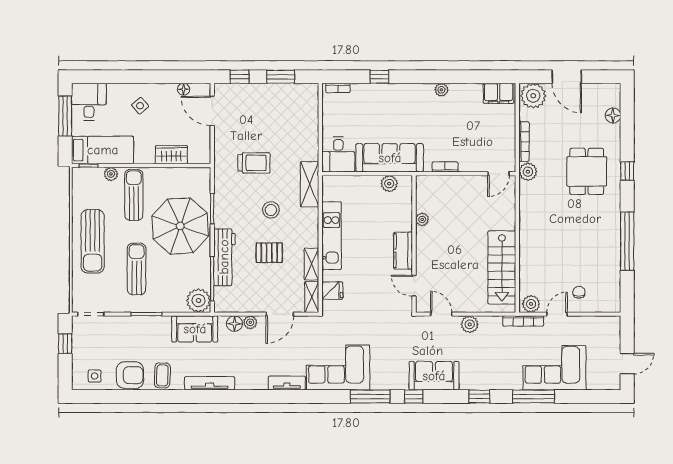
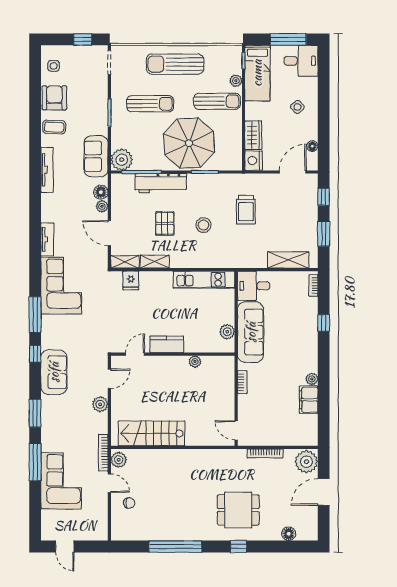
filing cabinet: (499, 93) -> (309, 400), moved
nightstand: (199, 154) -> (254, 161), added
plant: (528, 172) -> (238, 457), removed
shelving: (310, 184) -> (288, 260), moved
kitchen unit: (332, 236) -> (204, 280), moved
armchair: (130, 375) -> (54, 98), turned 180
window: (479, 396) -> (35, 413), width x1.50

